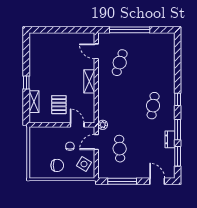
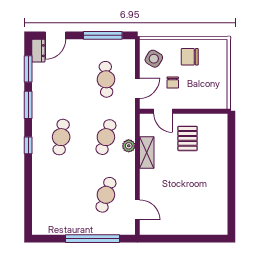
shelving: (89, 81) -> (147, 152), moved
window: (26, 83) -> (231, 168), removed
shelving: (34, 102) -> (221, 142), removed
cafe table: (120, 106) -> (106, 137), added
plant: (103, 125) -> (129, 146), moved
dresser: (170, 139) -> (38, 51), moved
door: (157, 181) -> (56, 35), hinge flipped

